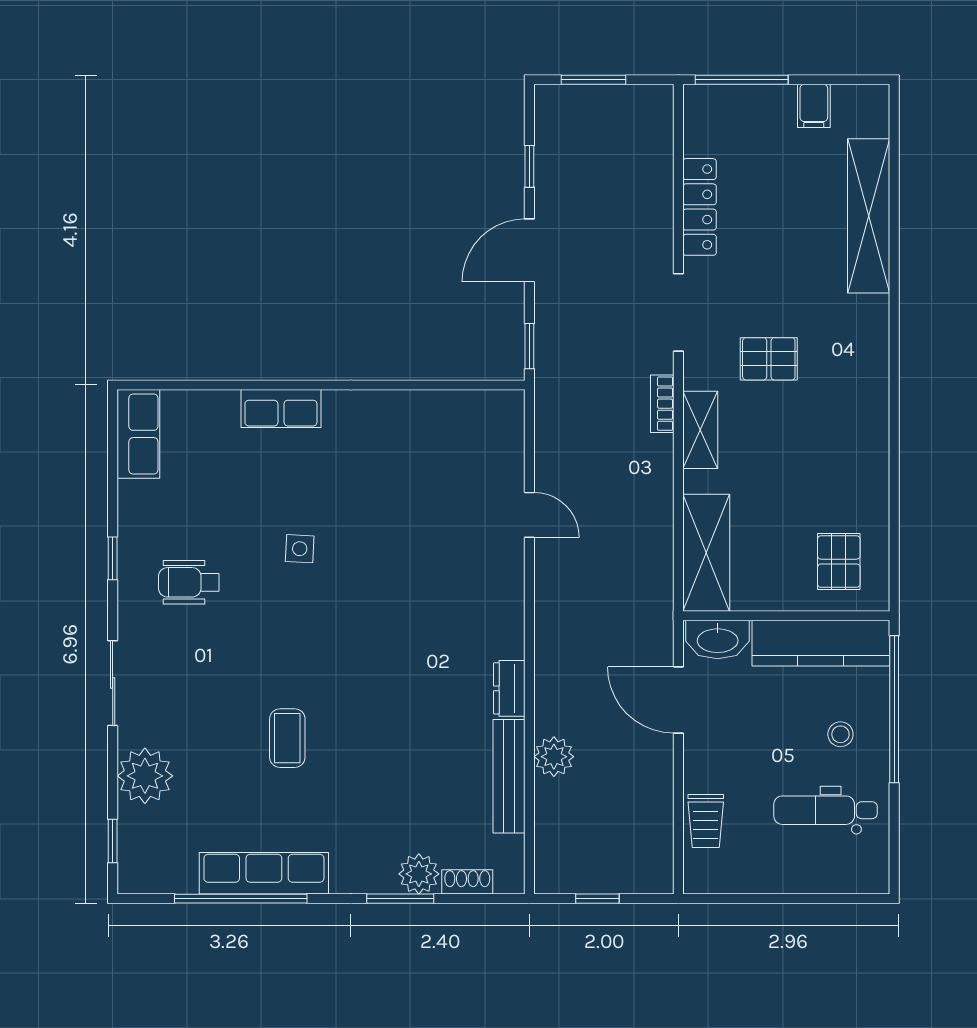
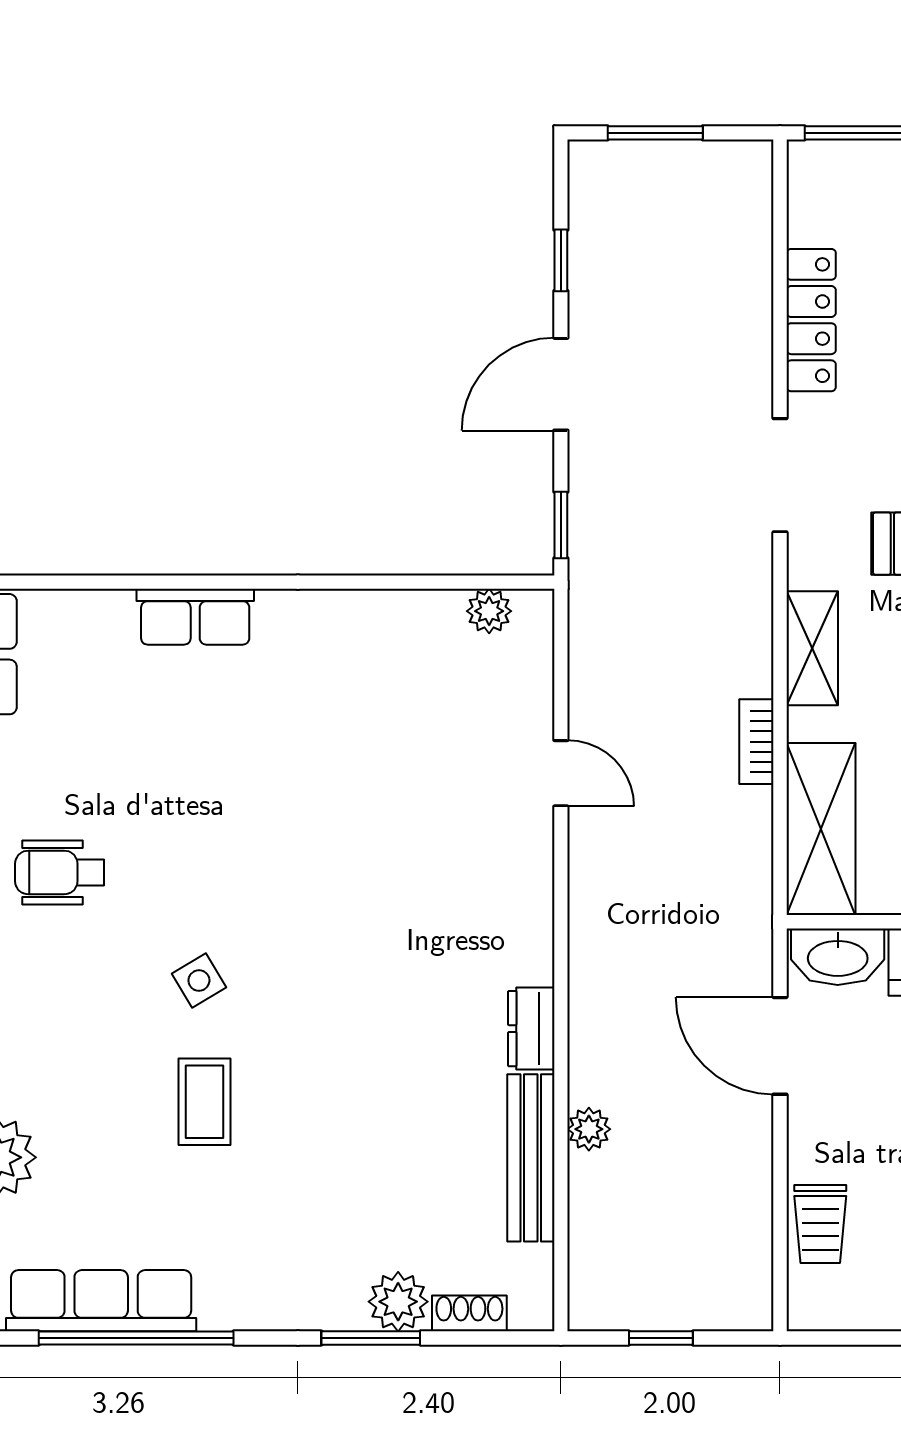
bookcase: (662, 404) -> (756, 742), moved
plant: (481, 405) -> (489, 611), added
side table: (300, 549) -> (199, 980), moved, turned -34
plant: (554, 757) -> (589, 1129), width x0.73, depth x0.73
row of seats: (264, 873) -> (101, 1301), moved

